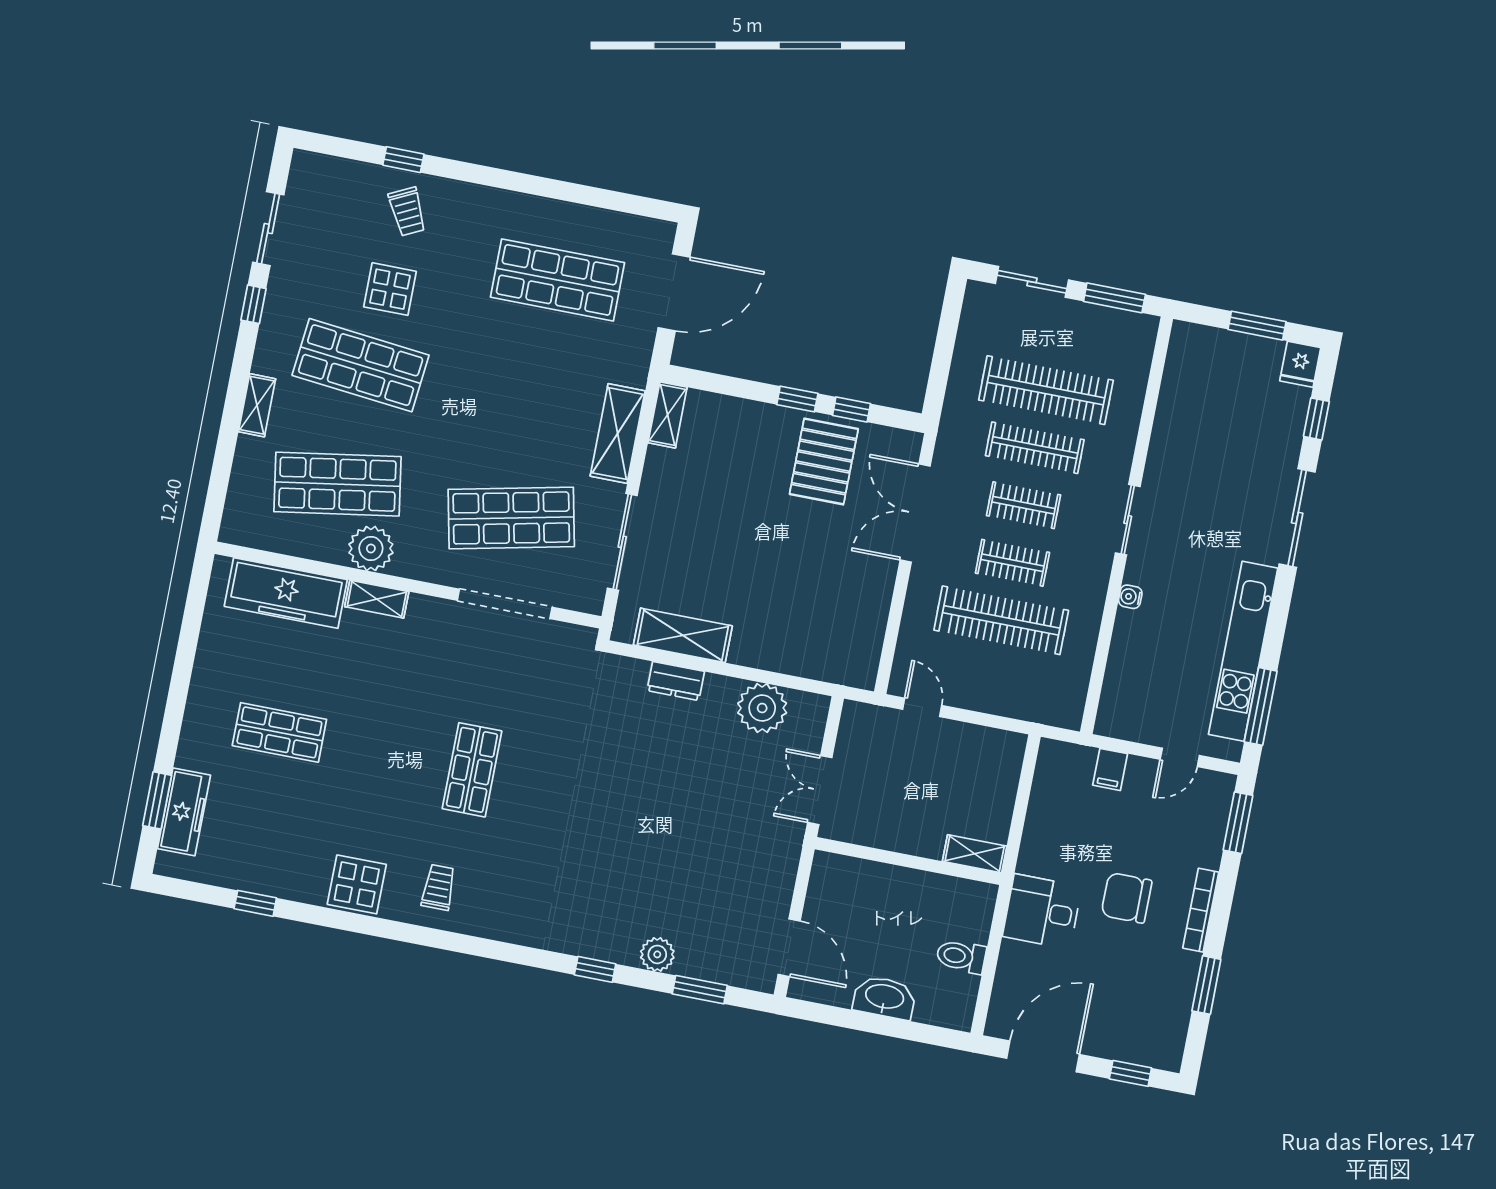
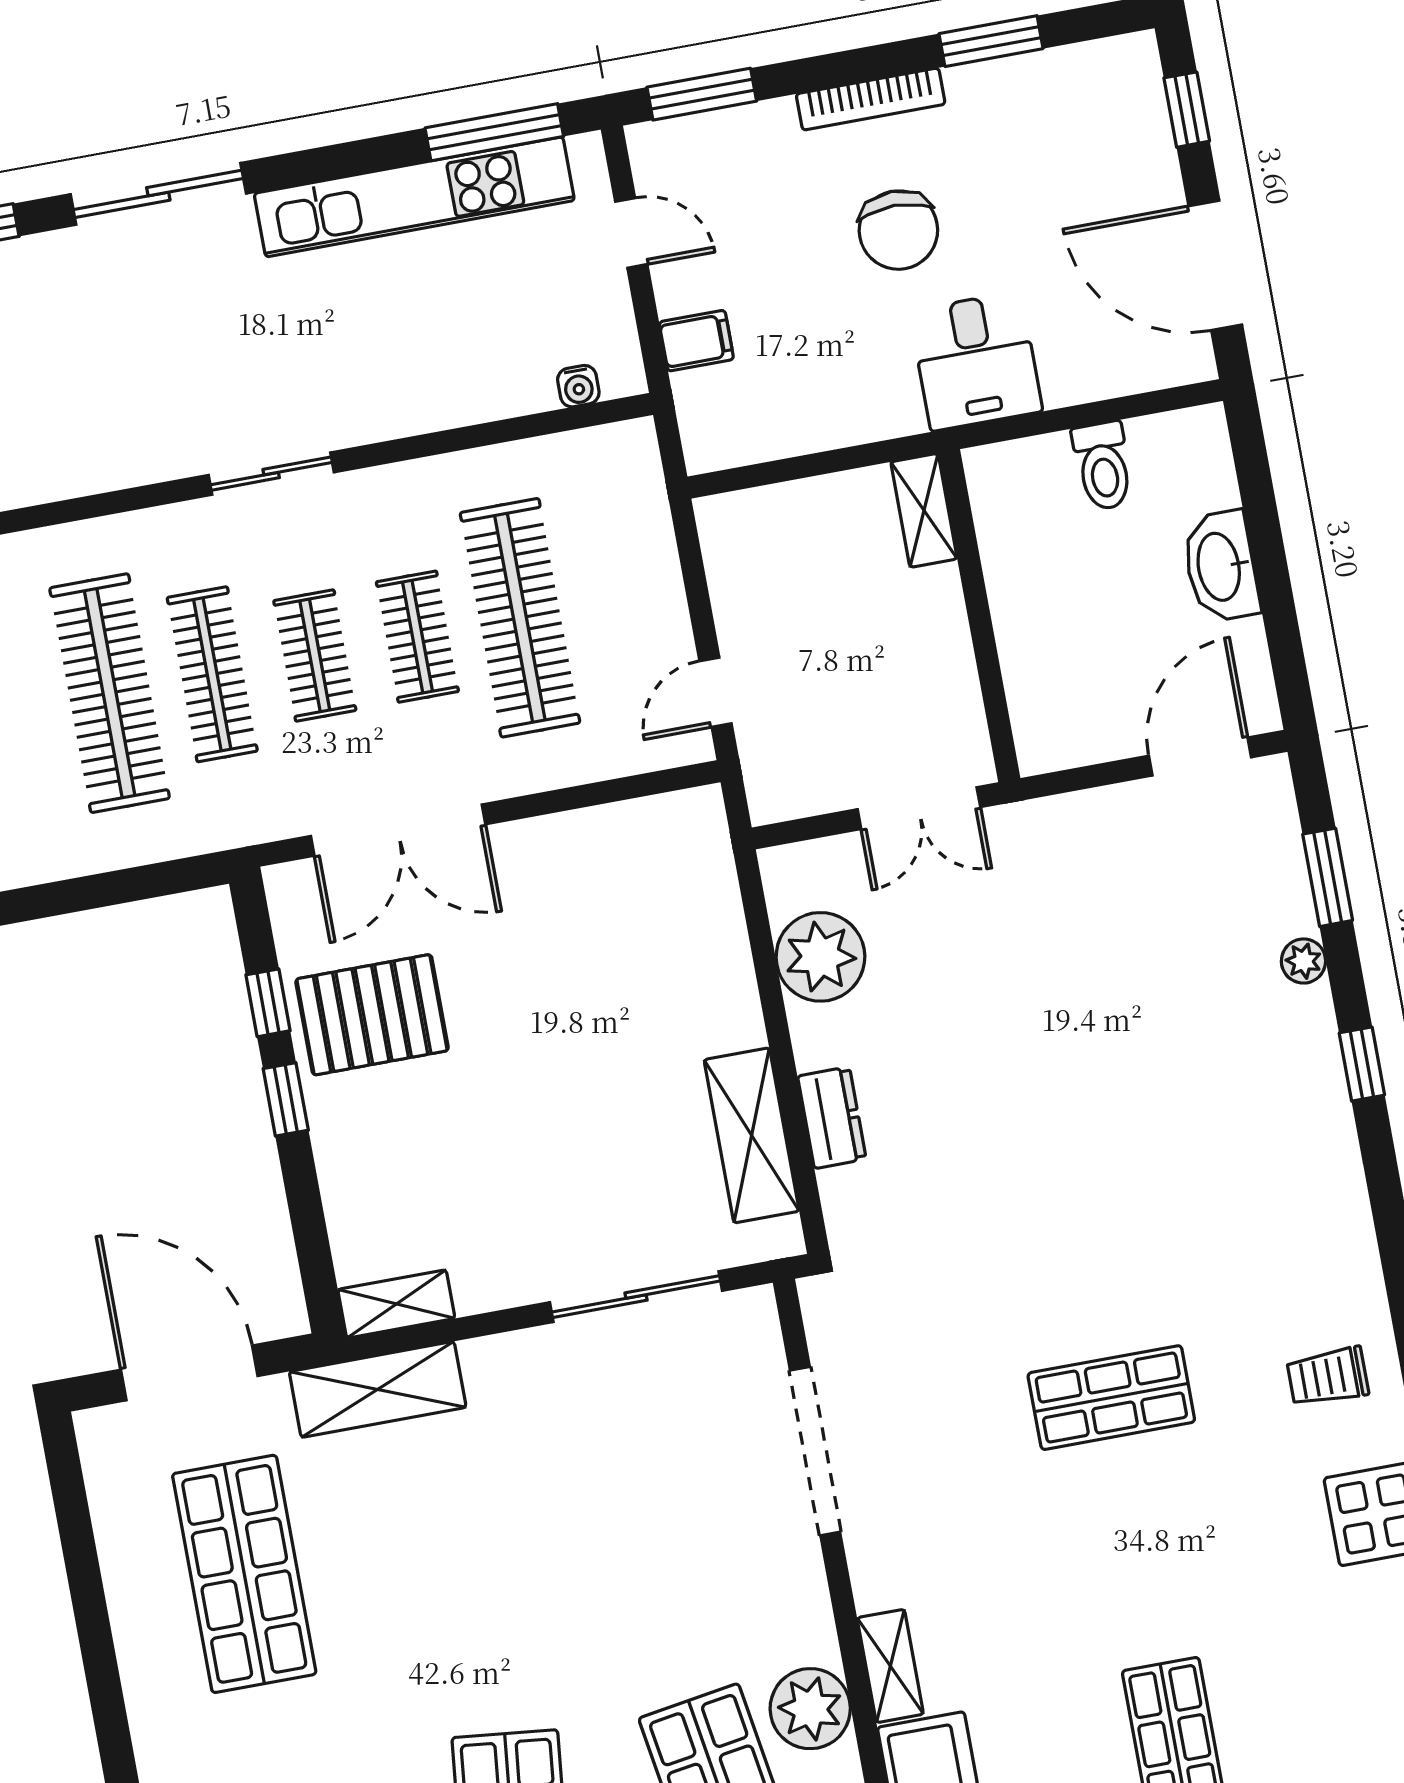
shelving: (618, 434) -> (378, 1389), moved
shop shelf: (511, 518) -> (669, 1496), removed
water cooler: (1130, 597) -> (578, 386), moved
plant: (657, 954) -> (1303, 961), width x0.73, depth x0.73

